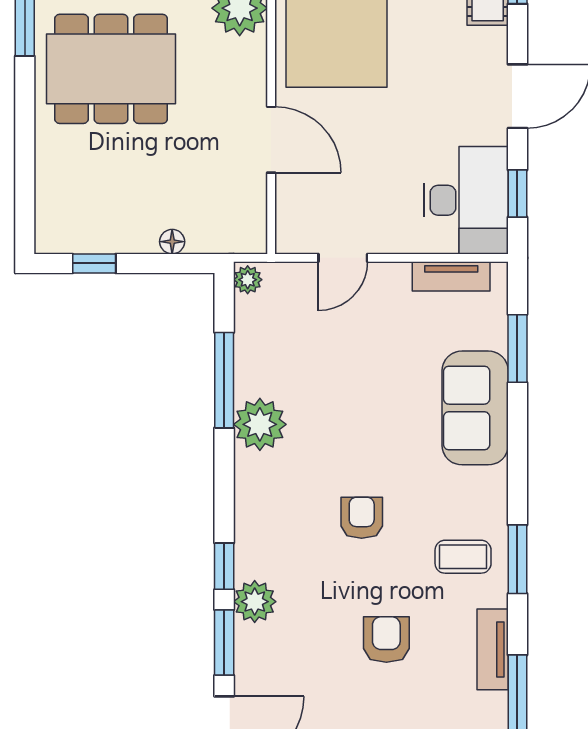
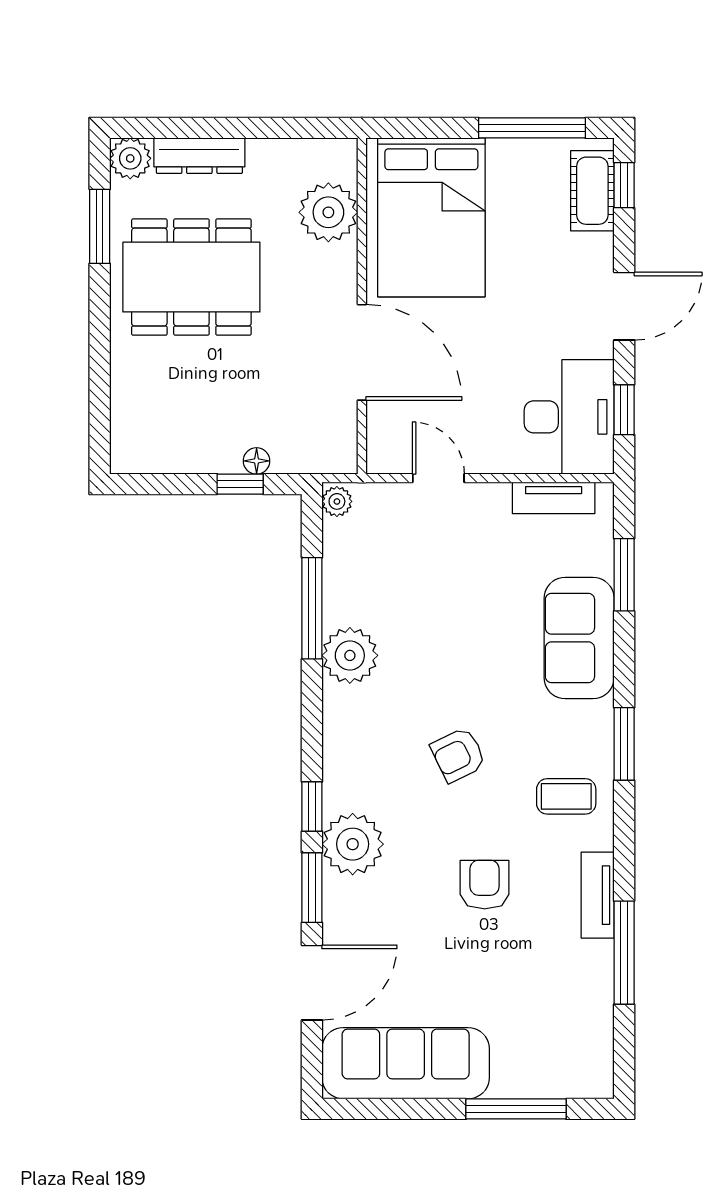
door: (271, 140) -> (362, 352), width x1.36
door: (343, 258) -> (438, 478), swing flipped
window: (94, 263) -> (240, 484), moved
armchair: (362, 518) -> (458, 755), turned -116
window: (517, 559) -> (624, 744), moved
plant: (255, 602) -> (353, 844), width x1.36, depth x1.36

